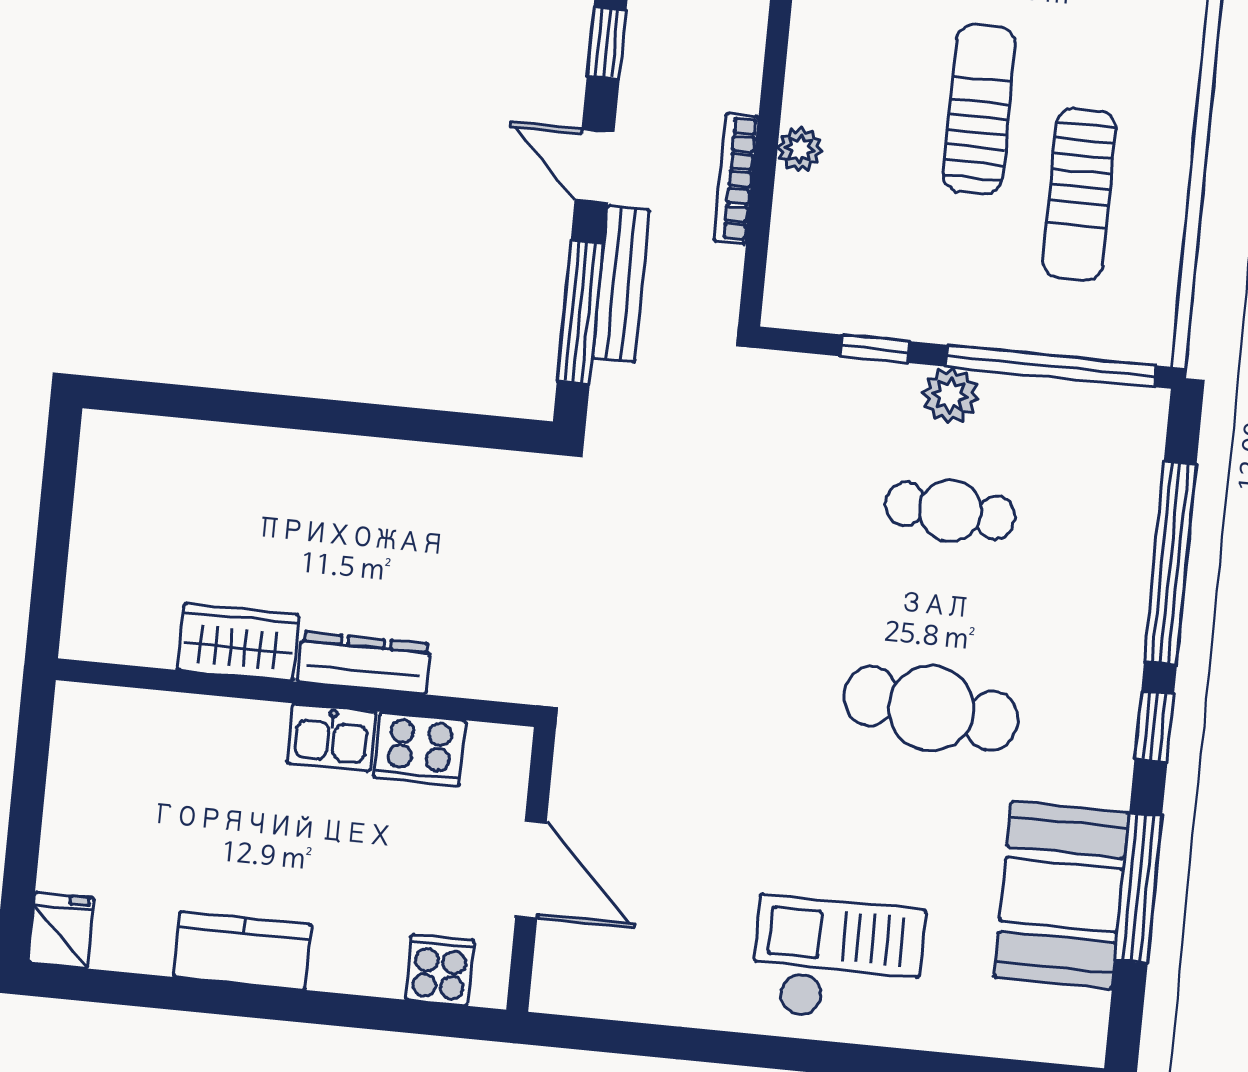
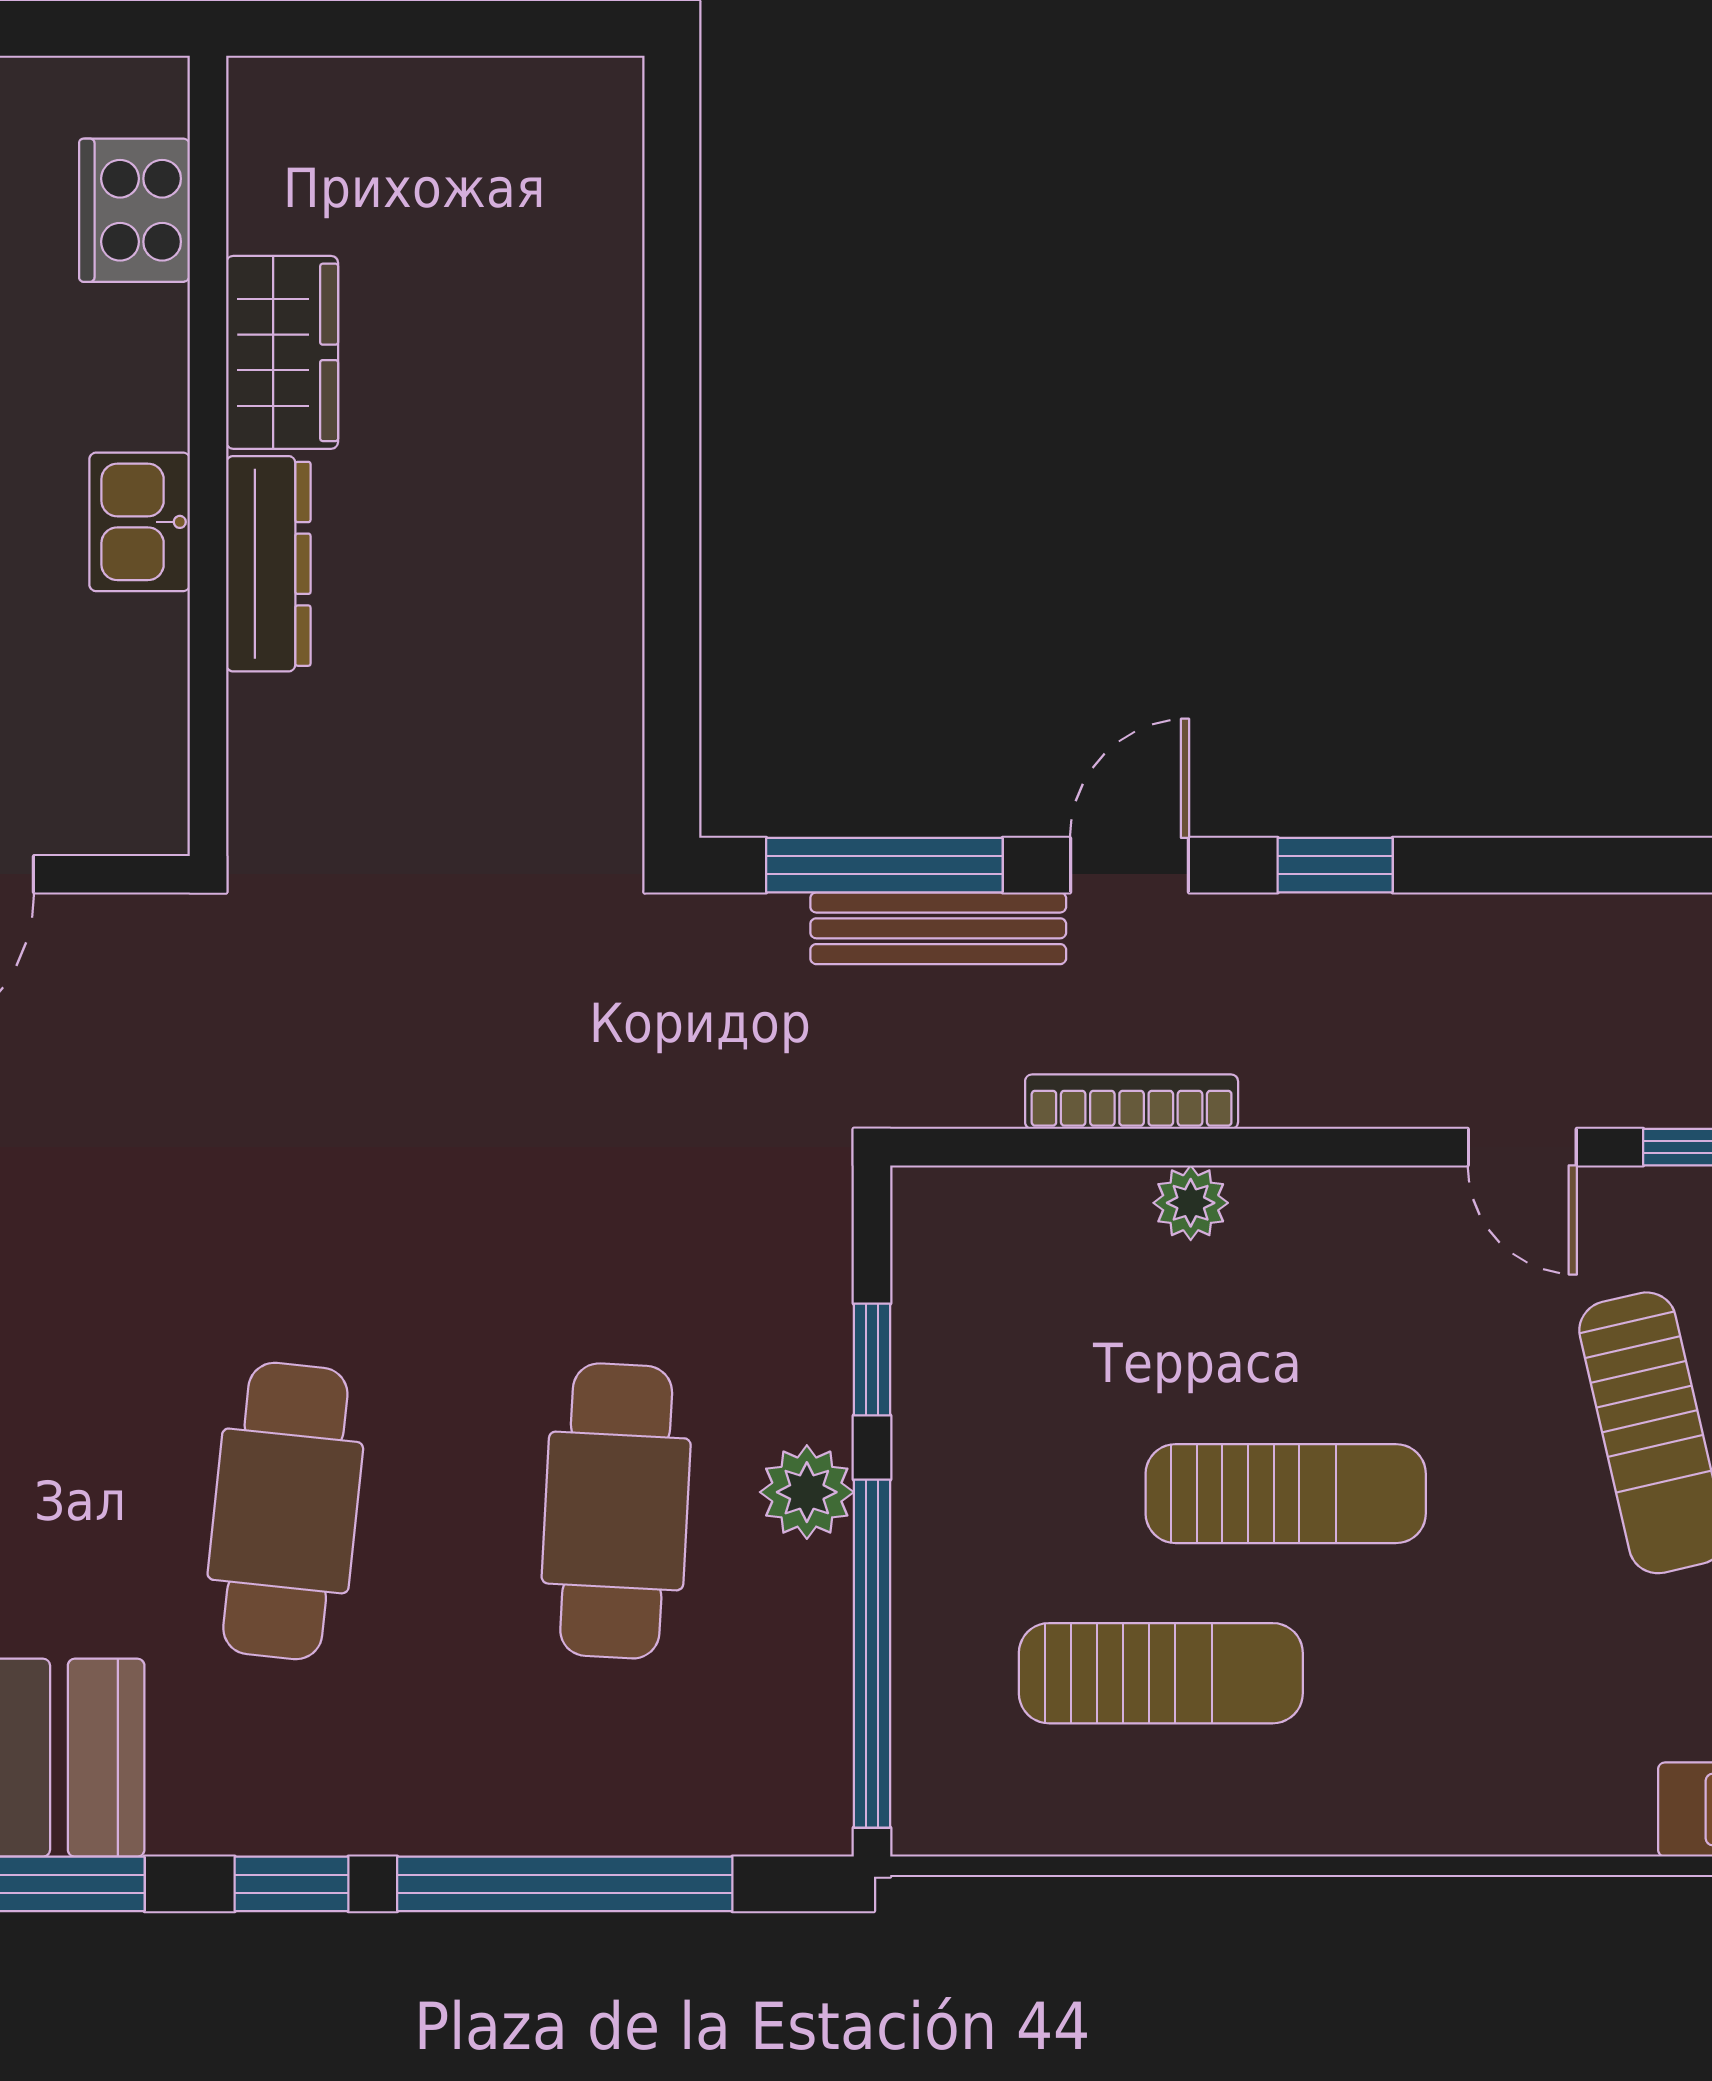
sun lounger: (1079, 194) -> (1161, 1673), turned 180
cafe table: (950, 511) -> (616, 1511), width x1.37, depth x1.35
cooker: (420, 749) -> (134, 210), moved

